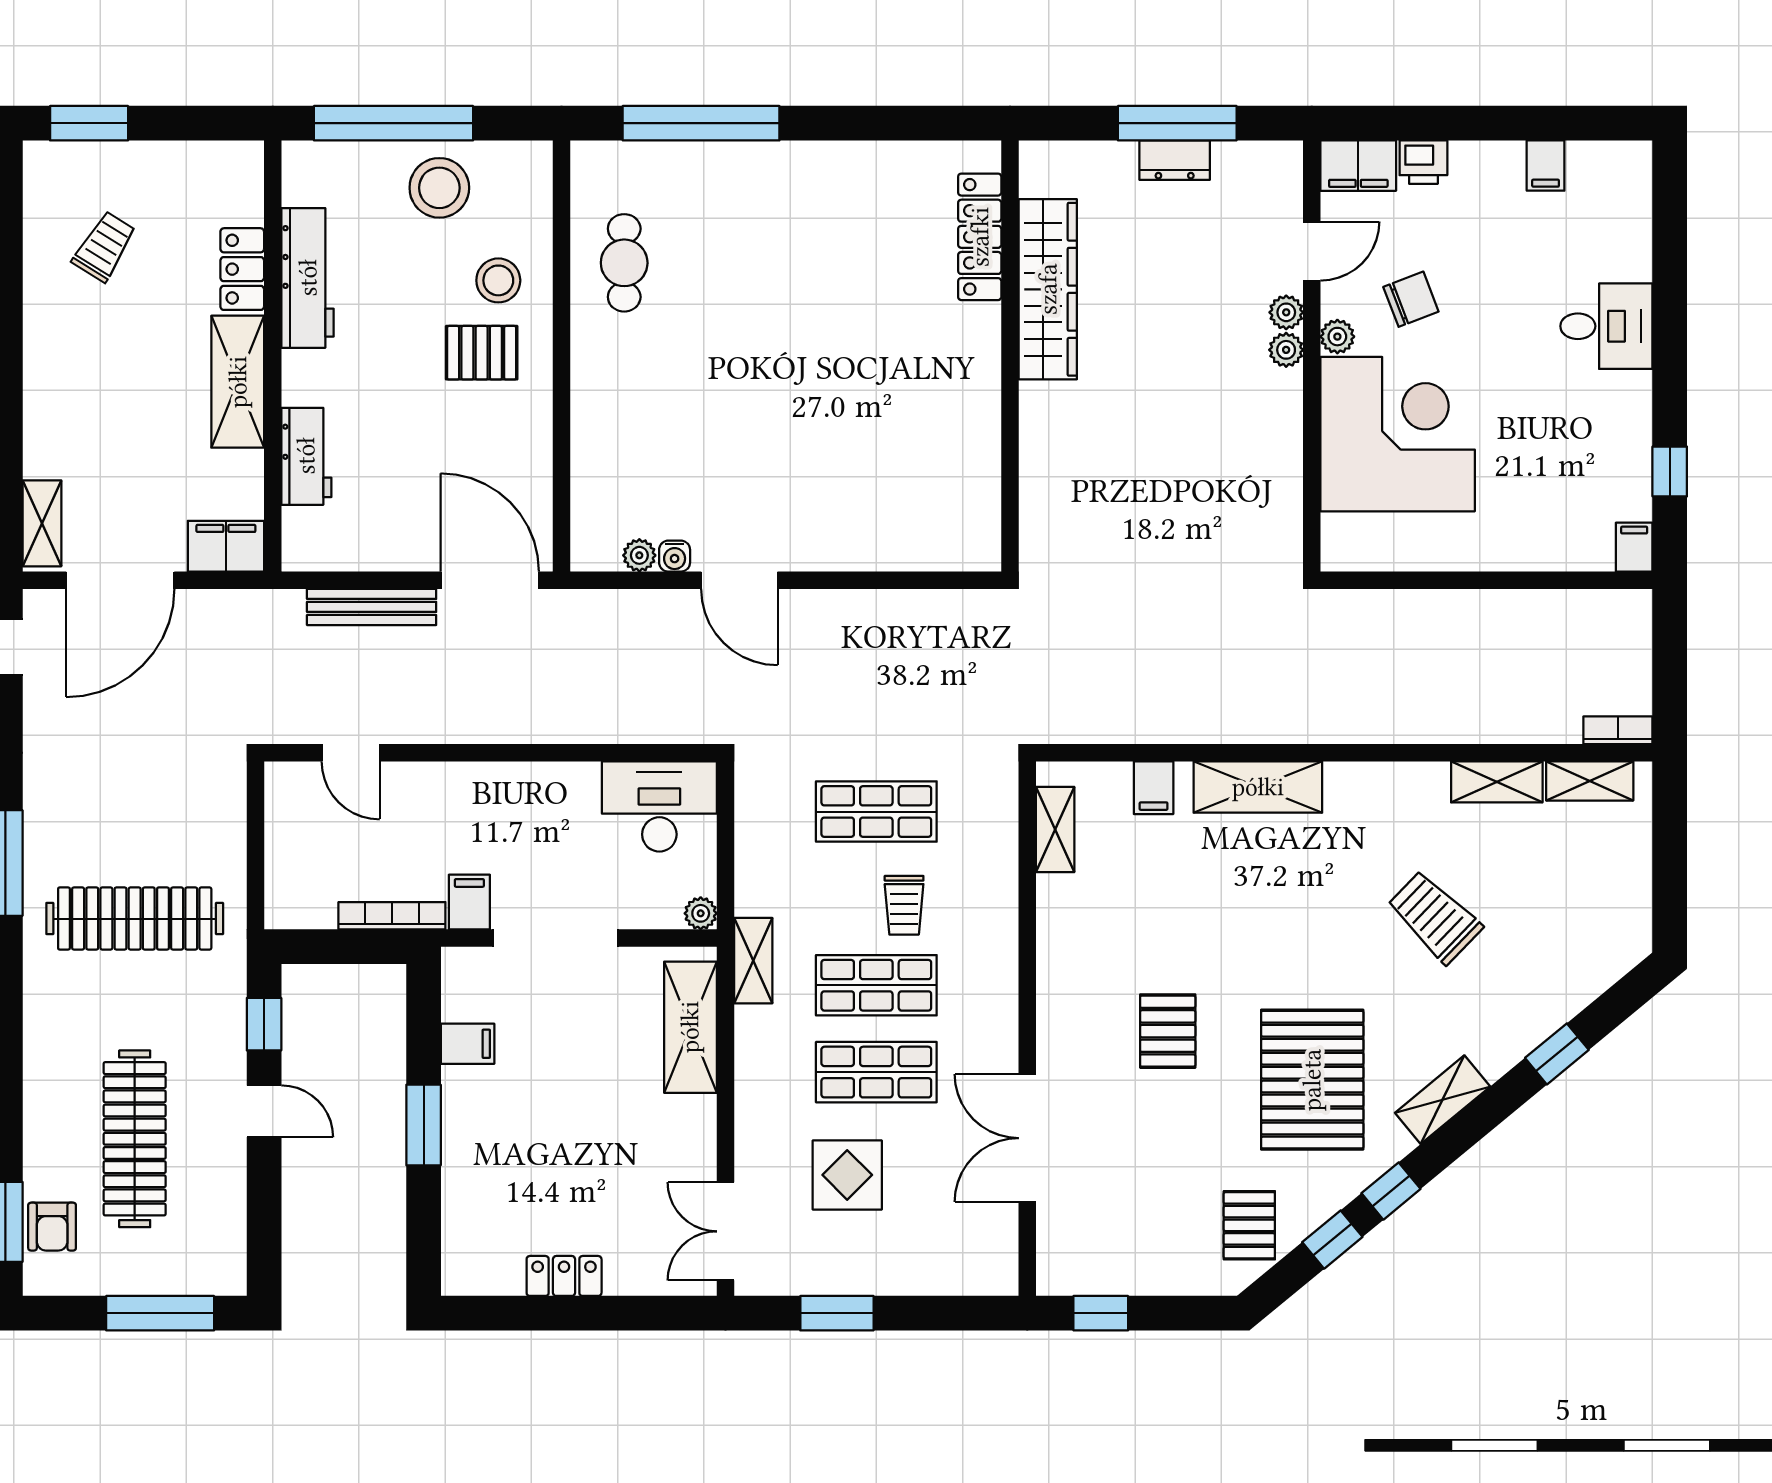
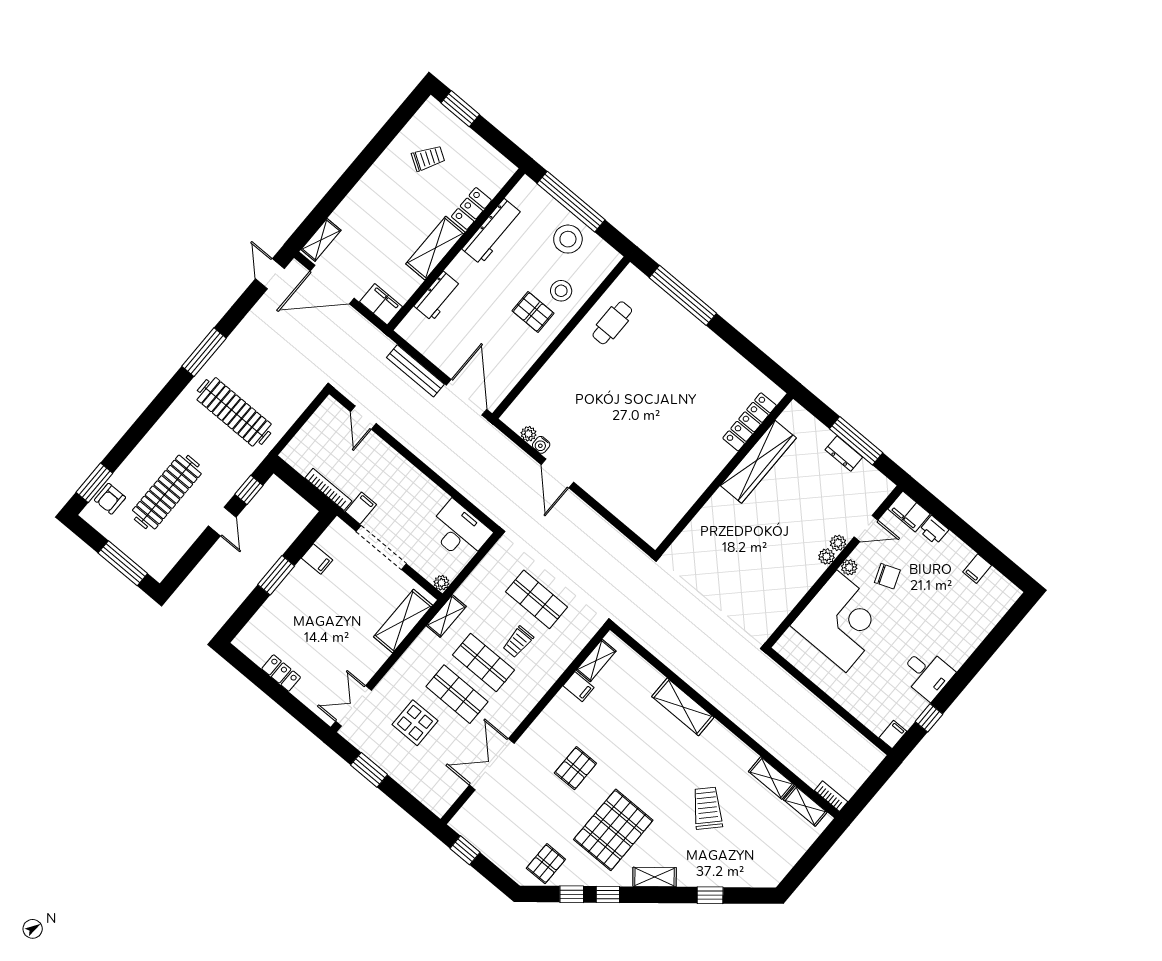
desk: (1606, 326) -> (927, 674), moved
filing cabinet: (1154, 788) -> (579, 687), moved, turned -90

